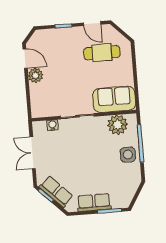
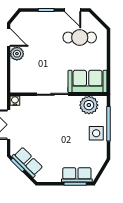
water cooler: (52, 125) -> (15, 101), moved
row of seats: (94, 202) -> (77, 175), moved

